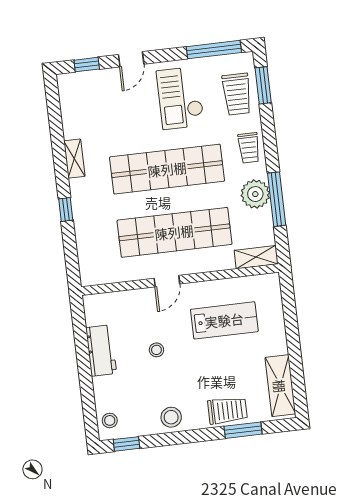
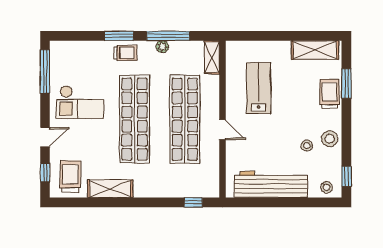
door: (131, 59) -> (45, 137), hinge flipped
window: (263, 85) -> (119, 36), moved
trolley: (237, 94) -> (70, 176), moved, turned -90
shelving: (74, 159) -> (110, 189), width x1.50, depth x1.33
plant: (255, 194) -> (162, 47), width x0.53, depth x0.53
window: (66, 210) -> (193, 202), moved
stool: (156, 350) -> (307, 146), moved
workbench: (101, 351) -> (271, 184), width x1.88, depth x1.32

